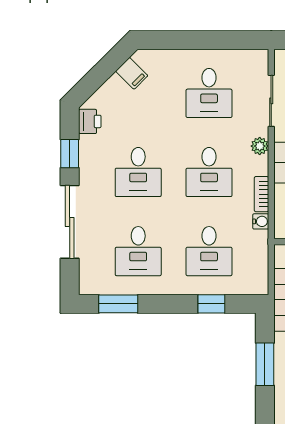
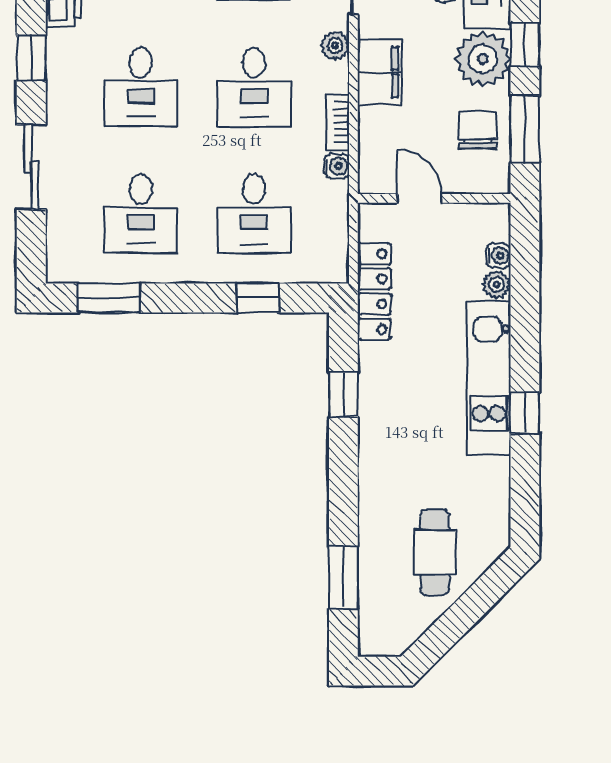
sliding door: (70, 222) -> (31, 167), width x0.73
window: (265, 364) -> (343, 394), width x0.67

